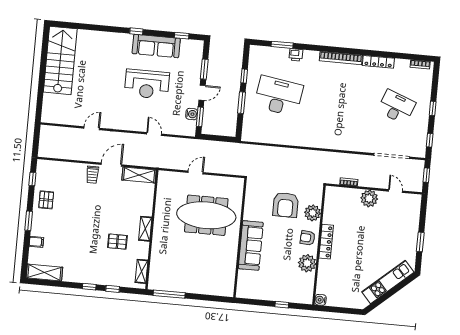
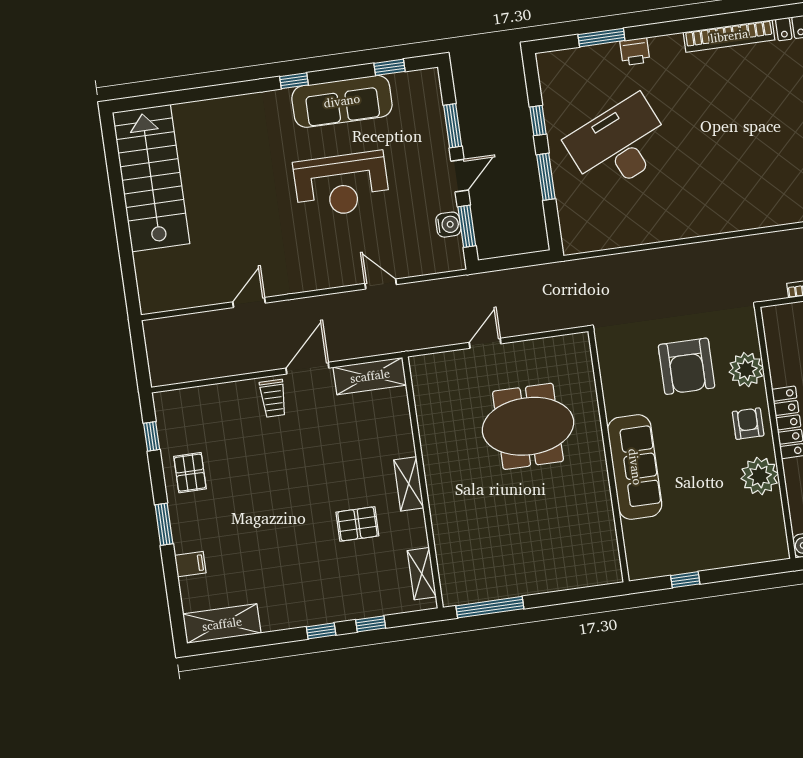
desk: (279, 96) -> (619, 145), turned -33
meeting table: (206, 215) -> (528, 426), width x0.73
armchair: (308, 238) -> (748, 424), turned 86
window: (282, 305) -> (685, 580), moved

